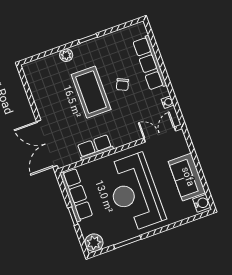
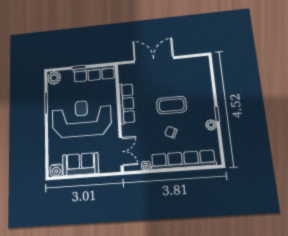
plant: (66, 55) -> (211, 125), moved
row of seats: (150, 63) -> (183, 160), width x1.36
coffee table: (91, 92) -> (172, 105), width x0.73, depth x0.76
double door: (47, 144) -> (154, 60), moved
row of seats: (95, 147) -> (127, 103), width x1.48

